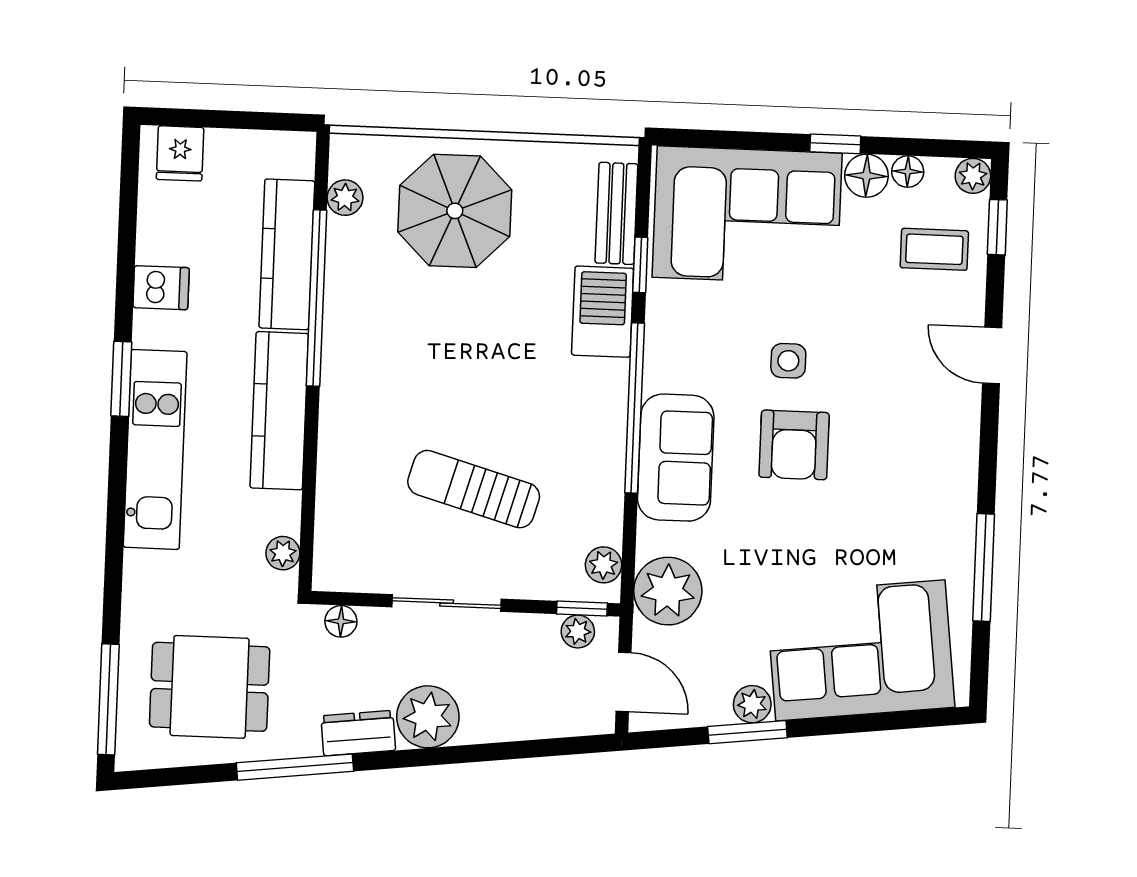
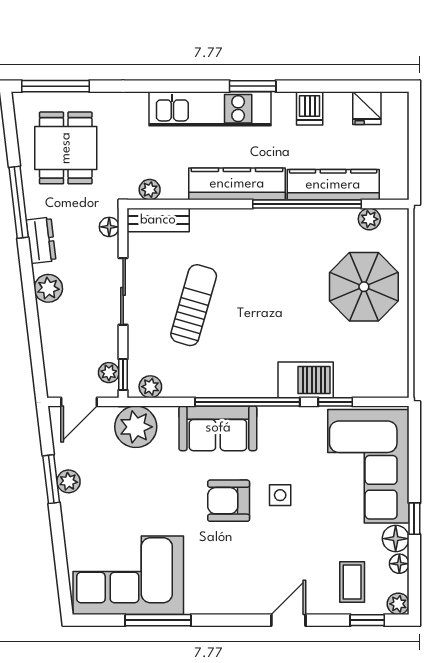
fridge: (180, 153) -> (367, 108), moved, turned -90
bench: (616, 213) -> (158, 220), moved
corner sofa: (860, 650) -> (128, 575), moved, turned -83
plant: (428, 717) -> (48, 288), width x0.73, depth x0.73

